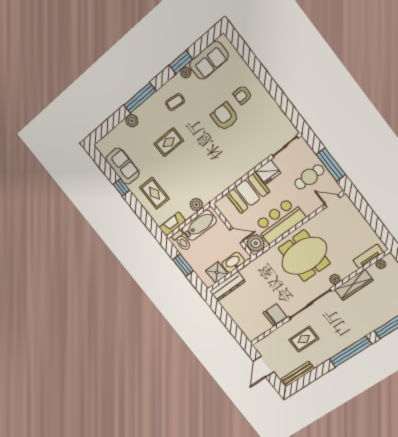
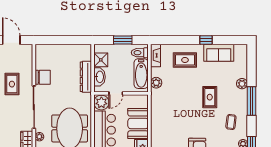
dresser: (228, 286) -> (86, 77), moved
chair: (275, 315) -> (43, 77), turned -90

